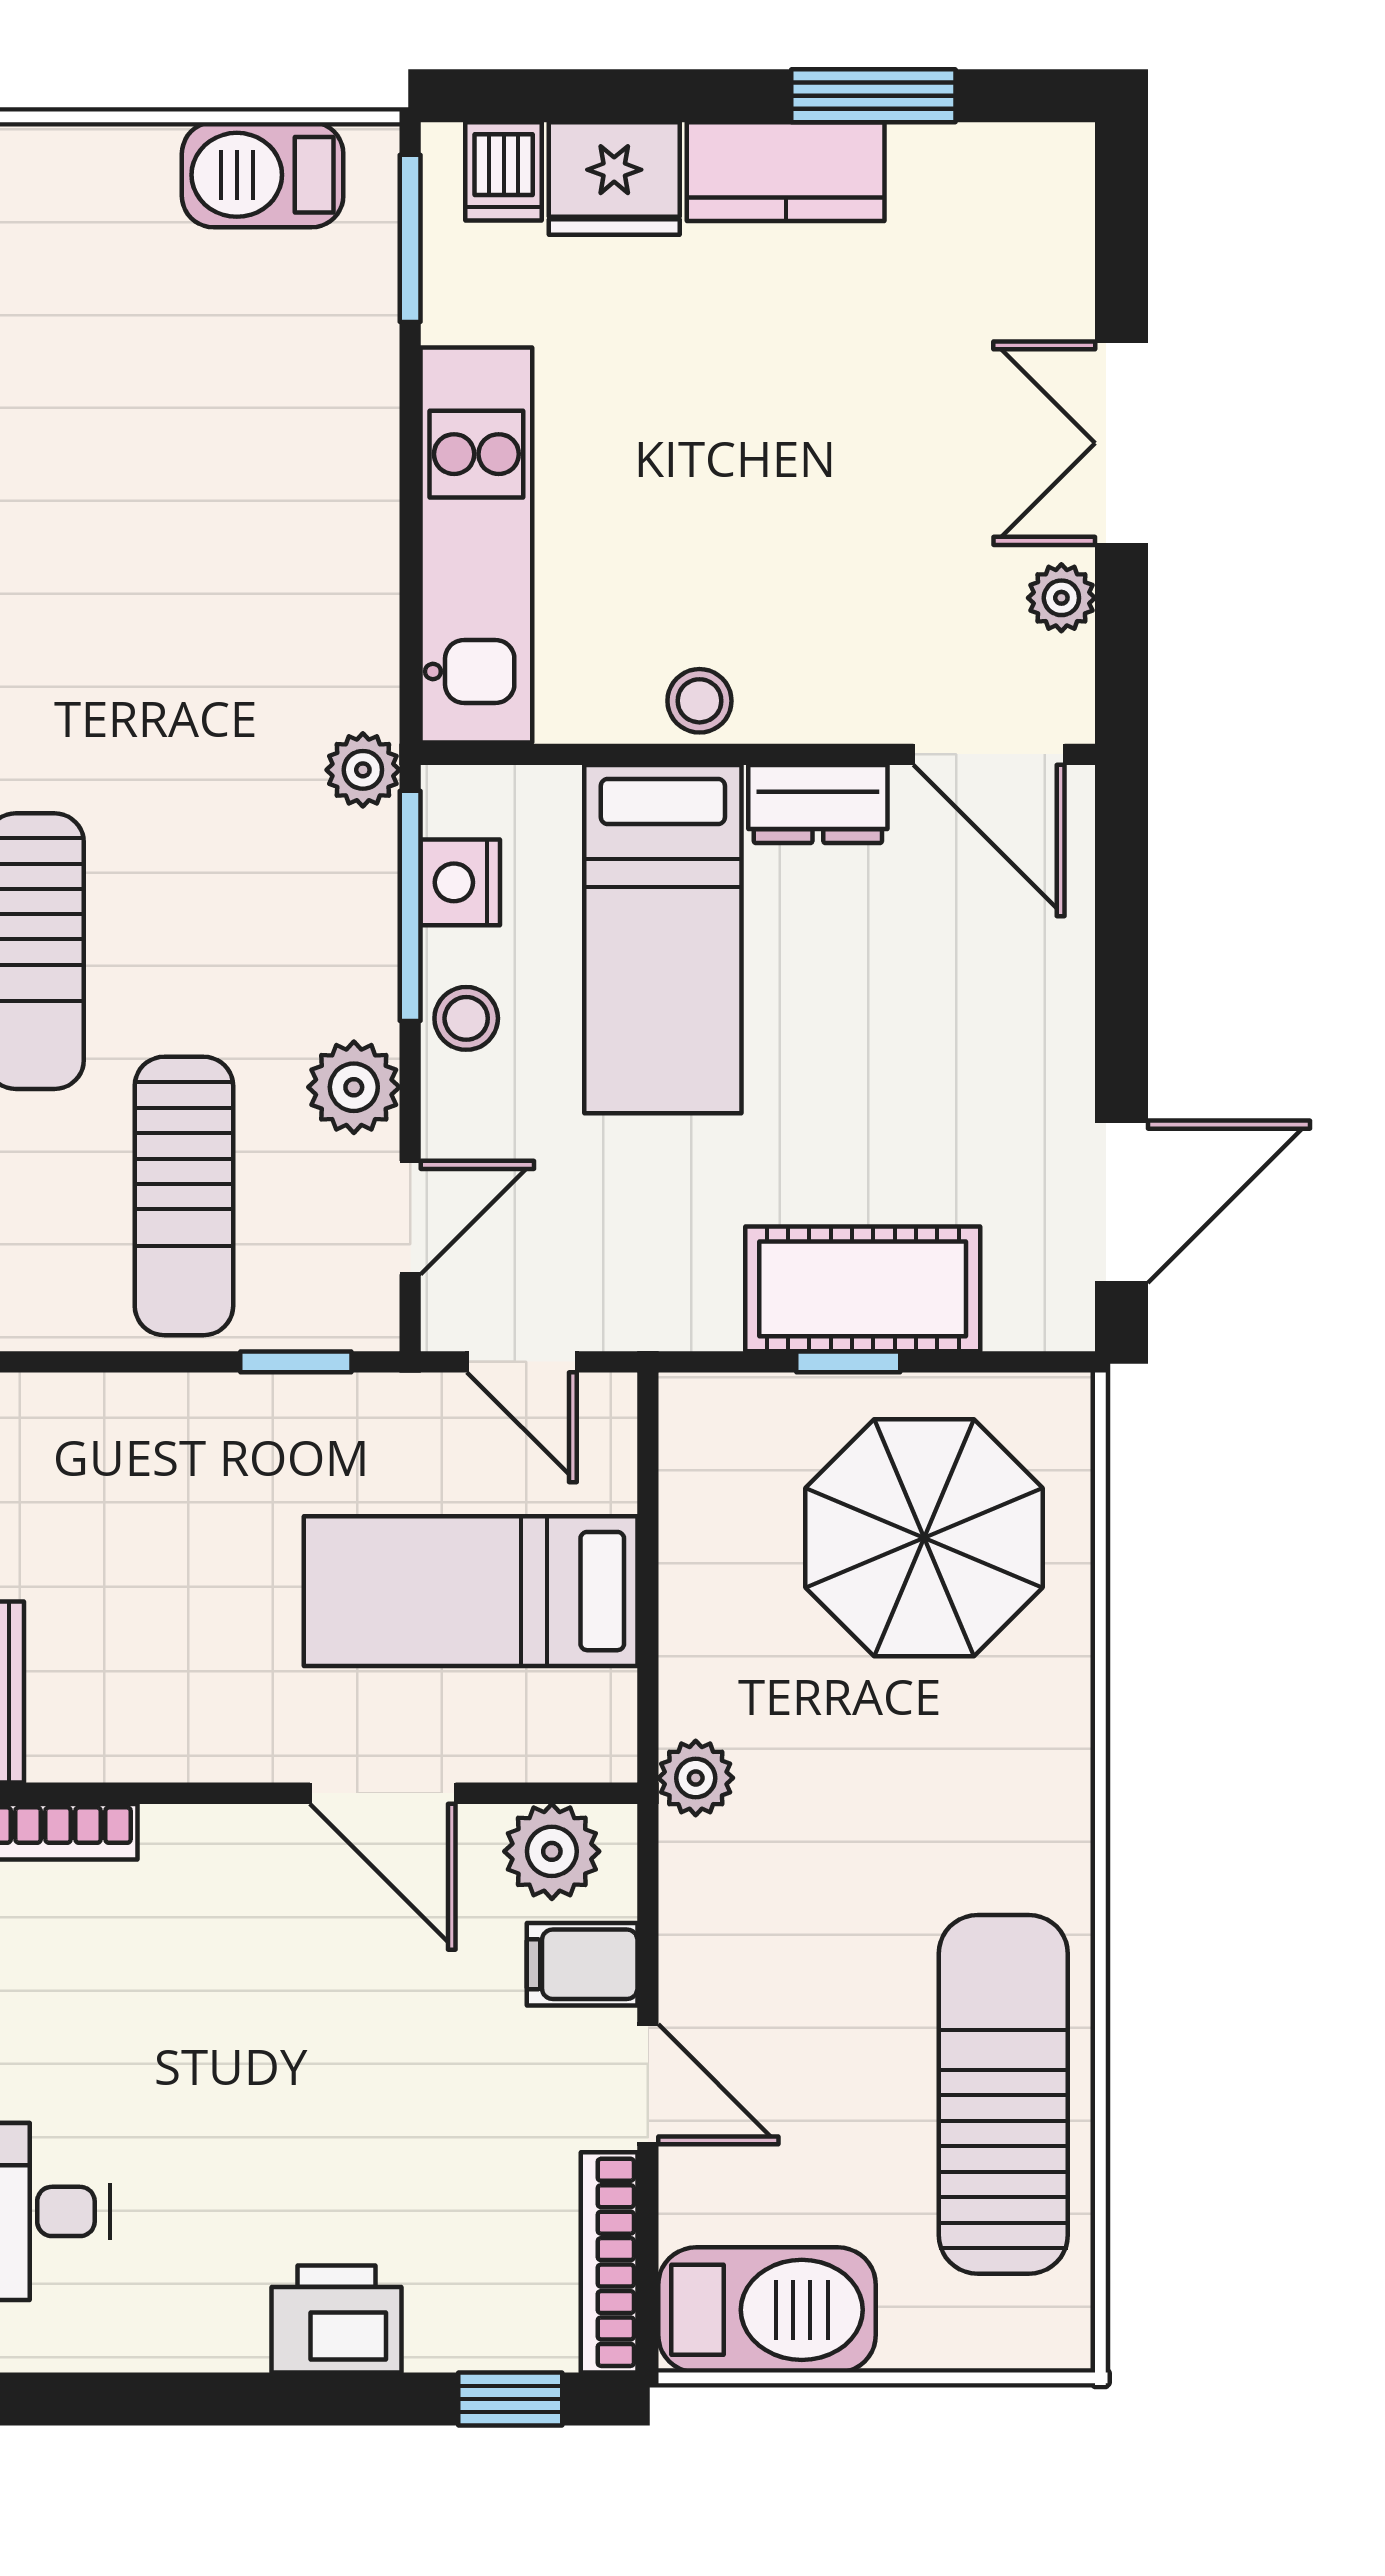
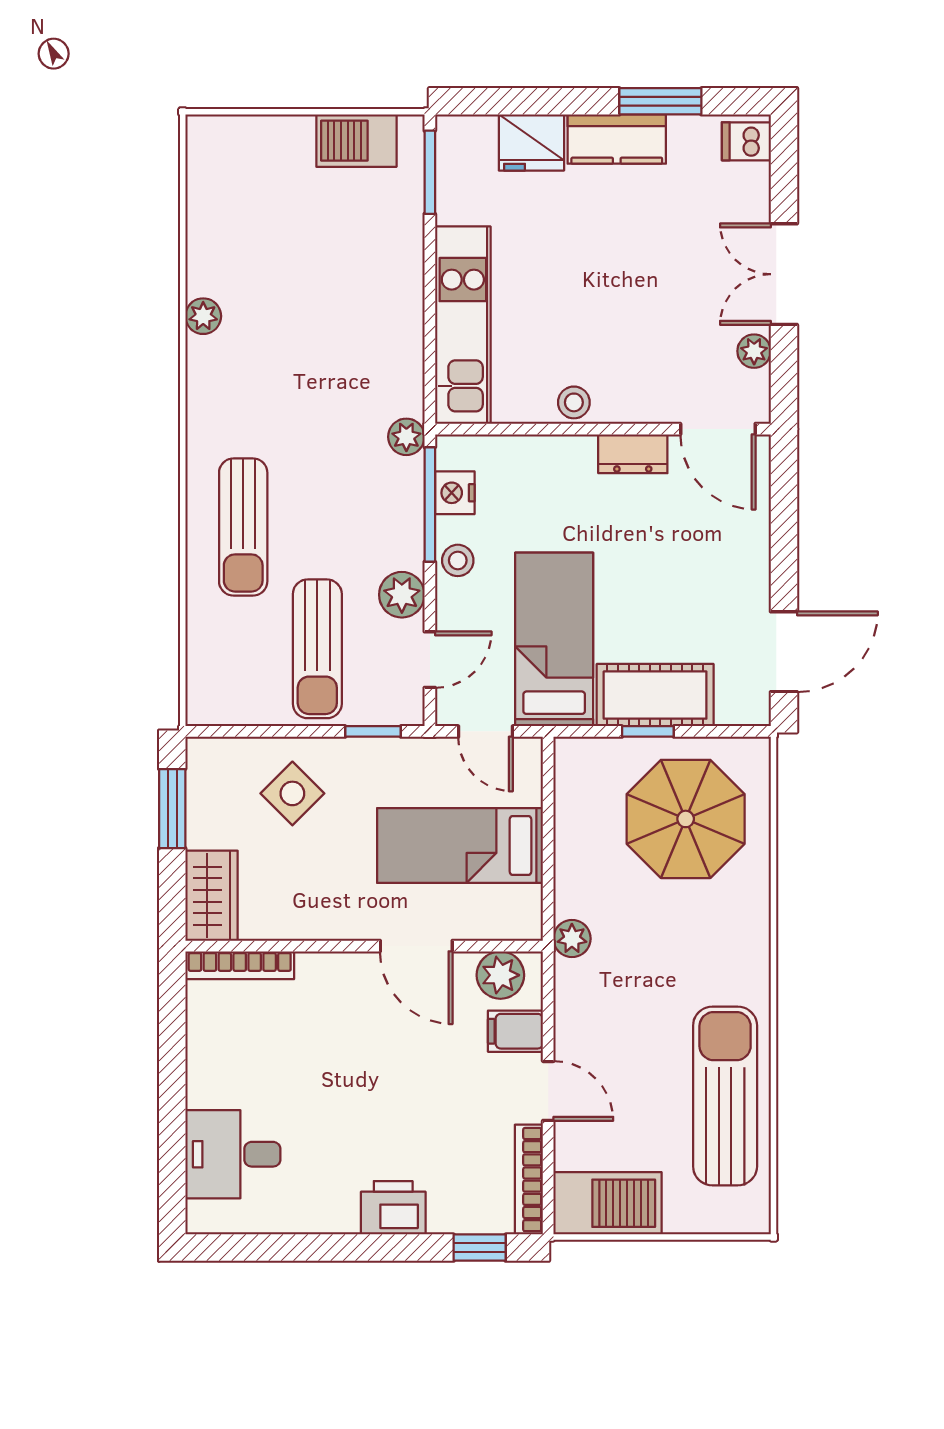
dishwasher: (504, 171) -> (746, 141), moved, turned 90
bed: (663, 939) -> (554, 639), moved, turned 180
side table: (134, 1486) -> (292, 793), added

